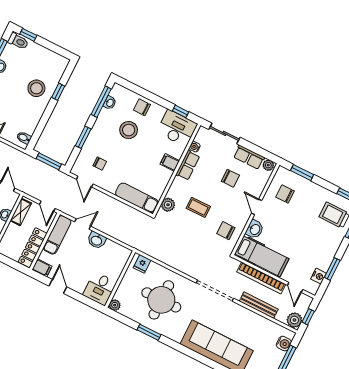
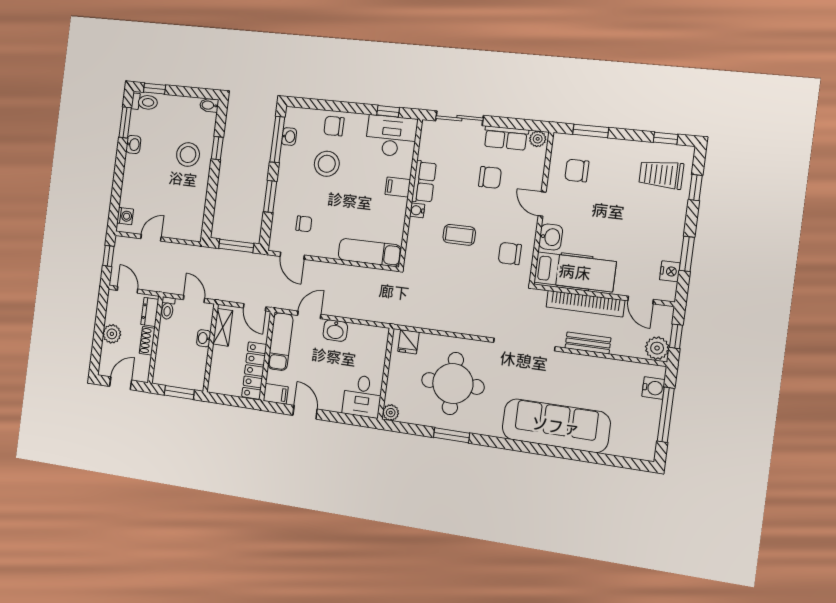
bidet: (24, 138) -> (209, 105), moved
water cooler: (195, 147) -> (417, 210), moved
plant: (168, 205) -> (416, 246), removed
bench: (259, 305) -> (588, 343), width x0.73

